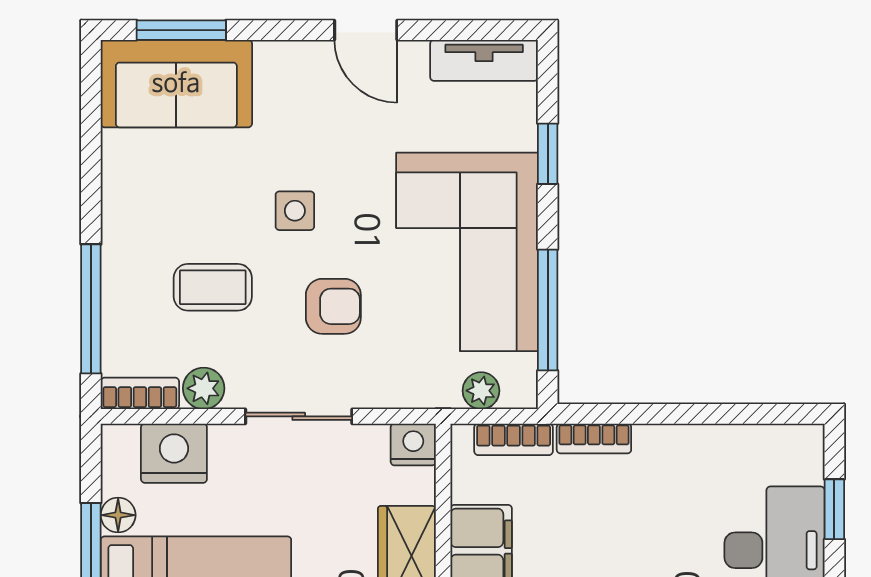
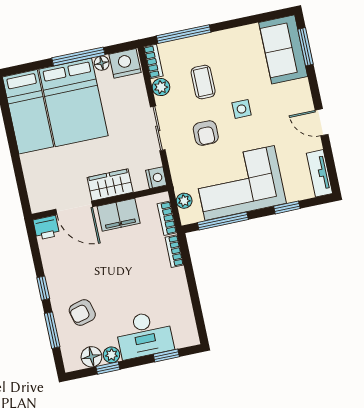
door: (366, 30) -> (322, 122), hinge flipped
nightstand: (174, 453) -> (125, 63), moved, turned -90

